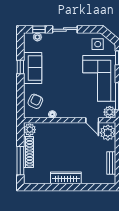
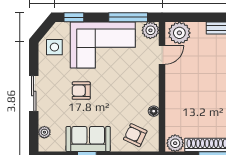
window: (39, 29) -> (34, 130), removed
armchair: (67, 63) -> (81, 91), added

